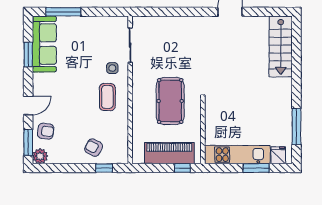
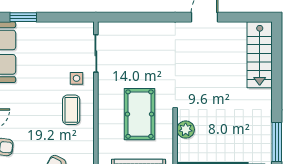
window: (63, 12) -> (23, 17), width x0.69
plant: (213, 115) -> (186, 130), added

